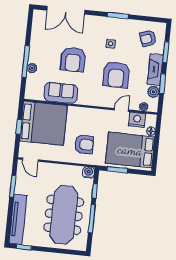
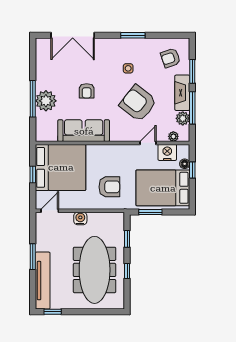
armchair: (73, 59) -> (87, 91), width x0.53, depth x0.53
plant: (32, 68) -> (46, 101), width x1.88, depth x1.88
armchair: (116, 75) -> (138, 103), turned 128
window: (163, 84) -> (192, 108), width x1.44
sofa: (61, 93) -> (84, 131), width x1.36
window: (157, 137) -> (192, 170), added
door: (30, 160) -> (50, 211), swing flipped
water cooler: (89, 172) -> (80, 218), moved
window: (13, 186) -> (33, 257), moved
window: (92, 219) -> (127, 271), width x0.46

